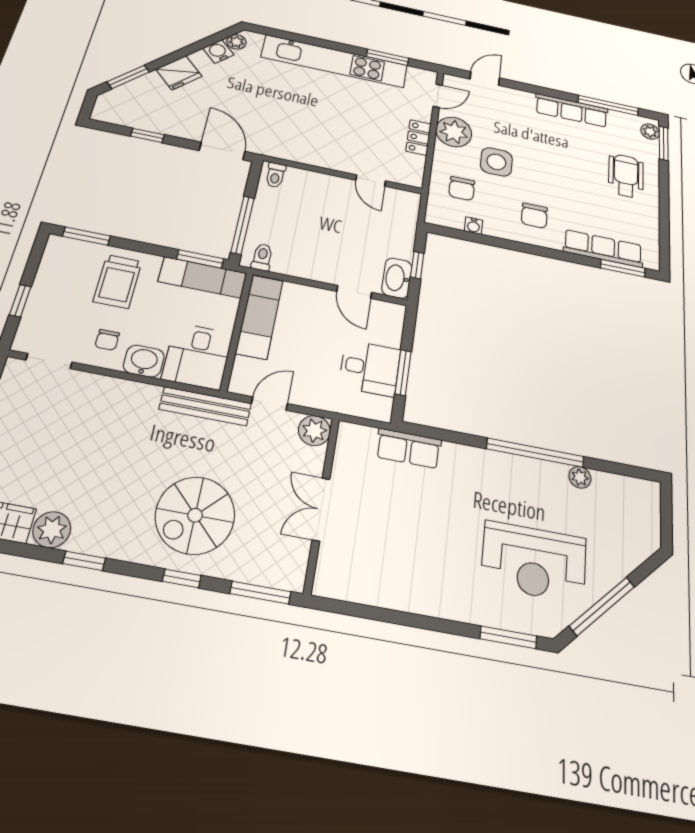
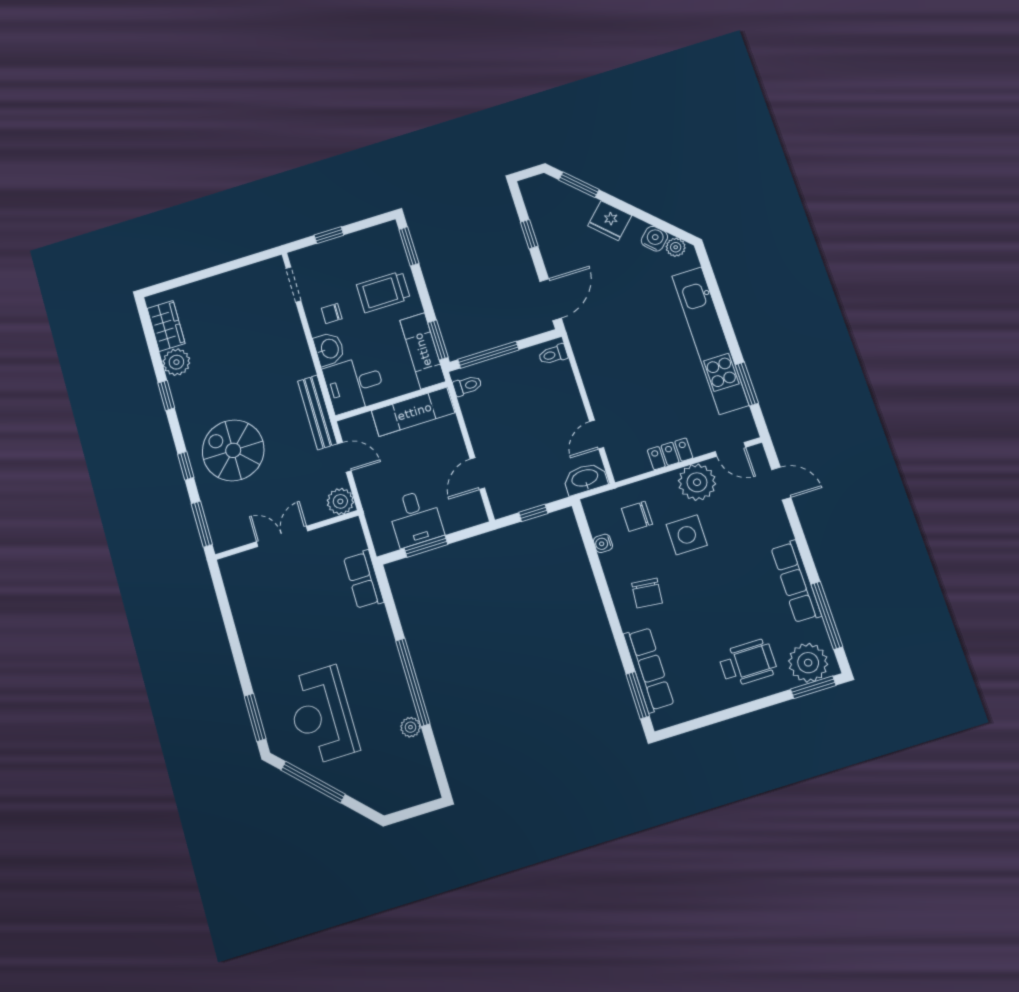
plant: (650, 132) -> (808, 663), width x1.88, depth x1.88
chair: (534, 216) -> (647, 593), turned -84
washbasin: (397, 278) -> (585, 479), moved

